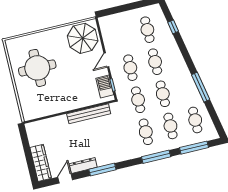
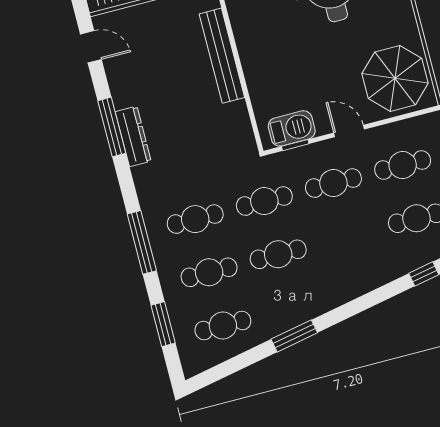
cafe table: (155, 62) -> (403, 165), moved
window: (201, 87) -> (294, 336), width x0.69
bench: (89, 114) -> (222, 56), moved
window: (194, 148) -> (163, 324), width x0.69
dresser: (83, 165) -> (133, 136), moved

